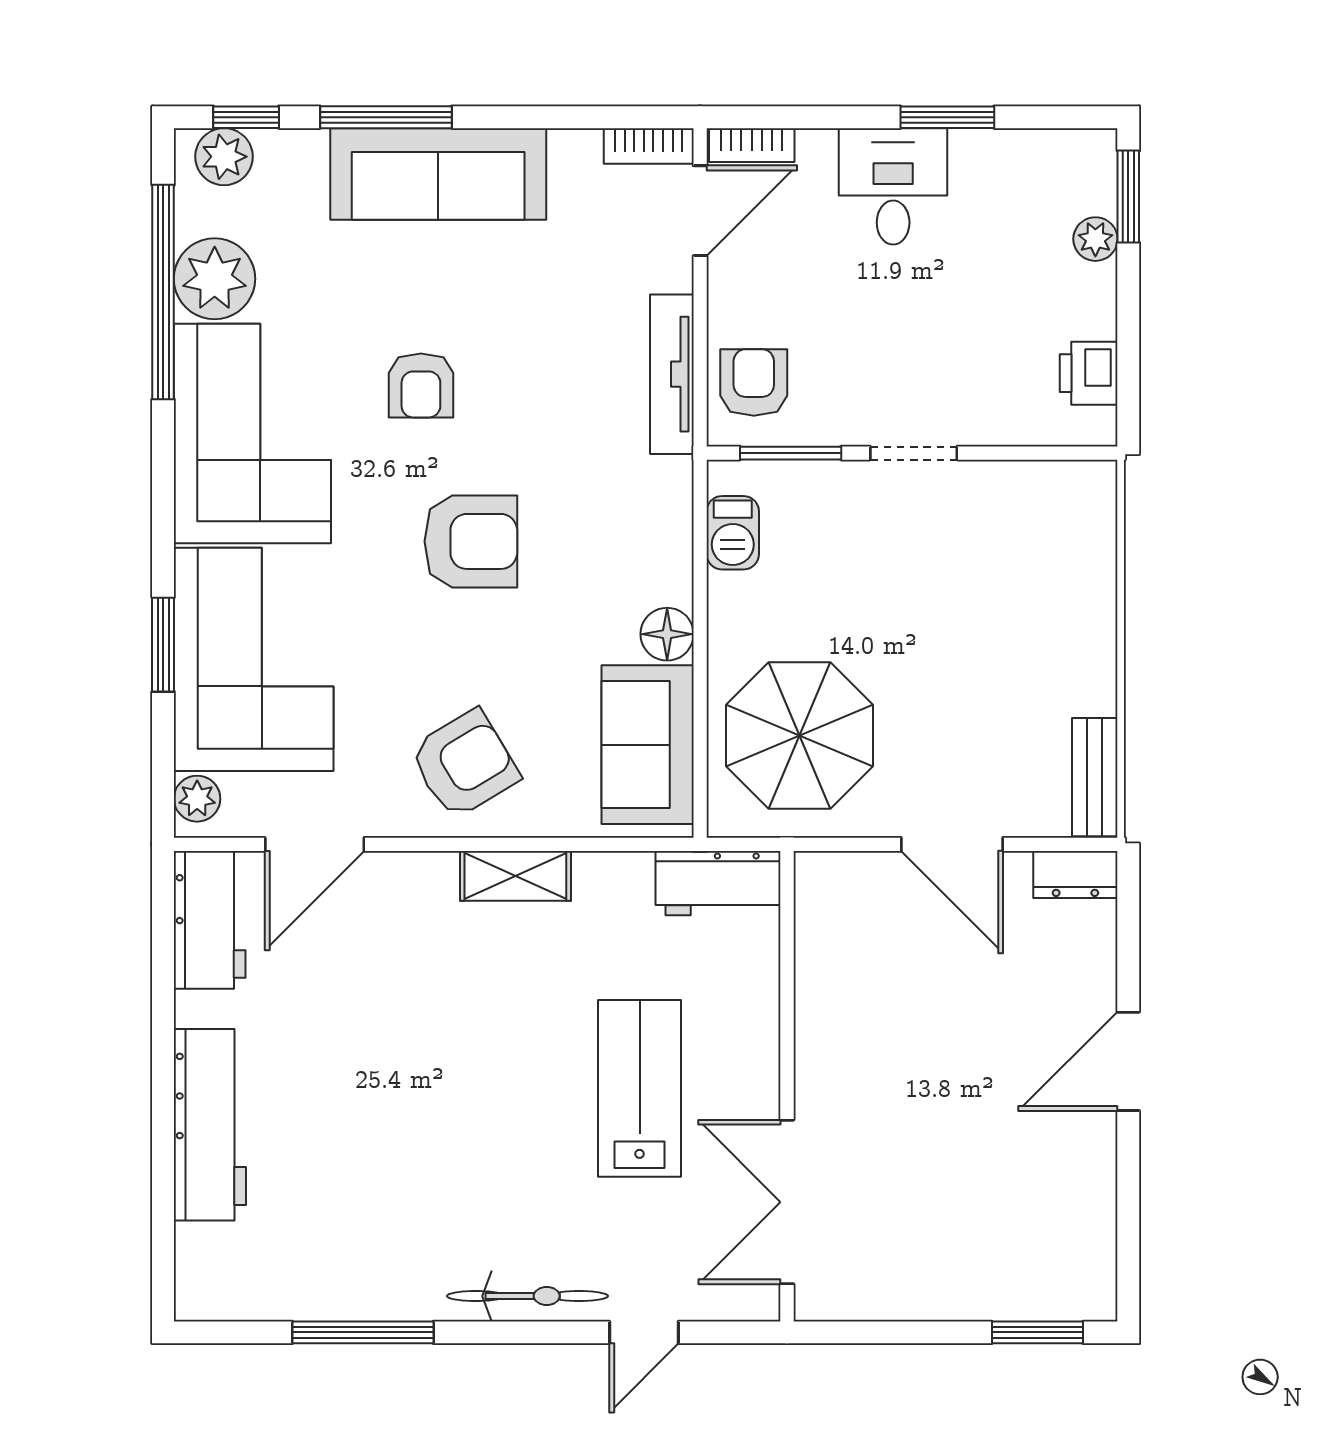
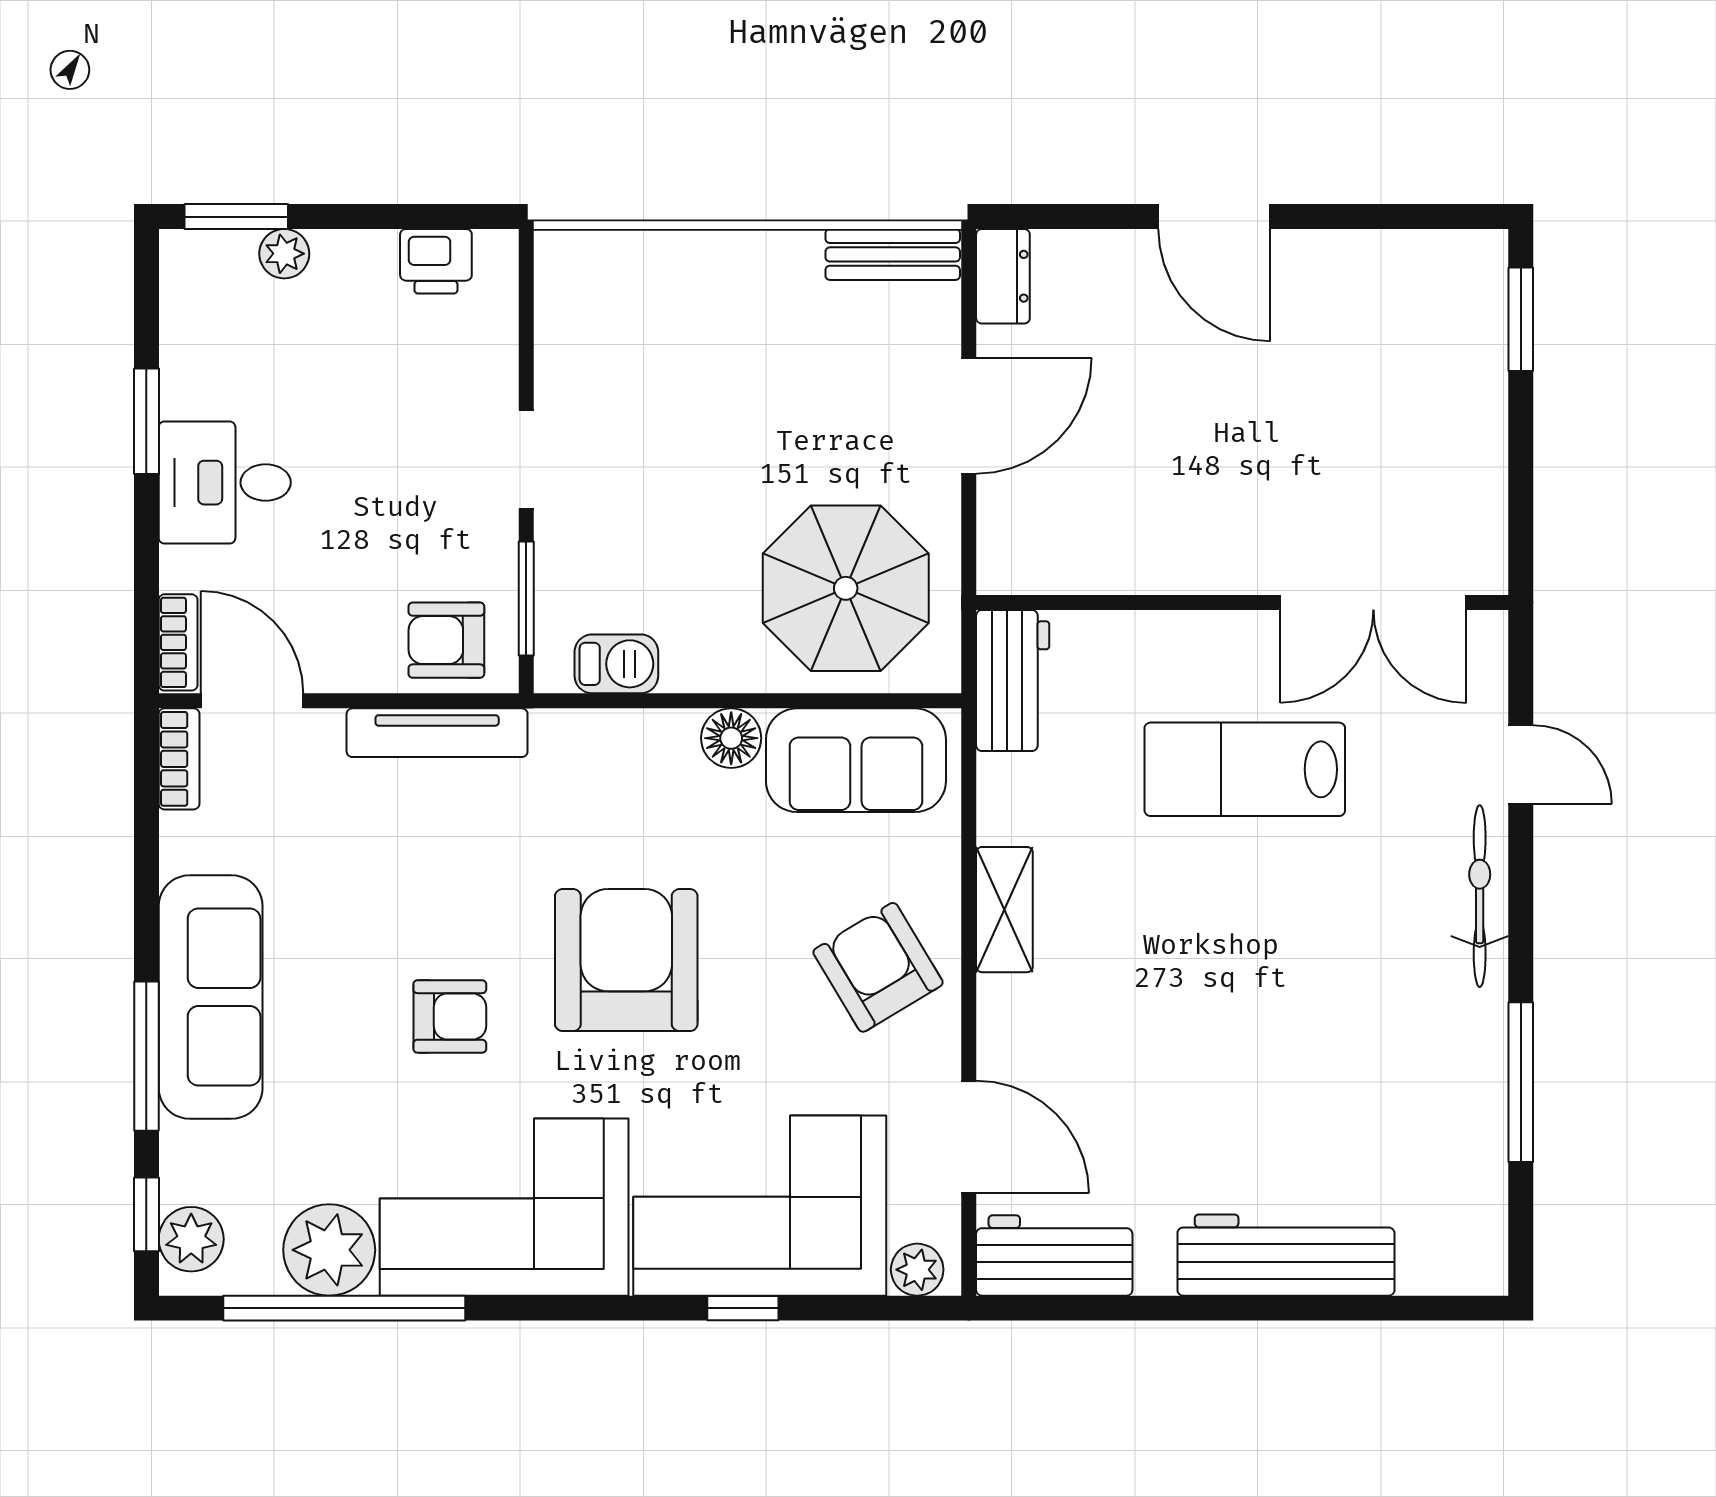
armchair: (471, 541) -> (626, 960), width x1.36, depth x1.36
window: (163, 645) -> (743, 1308), width x0.67

